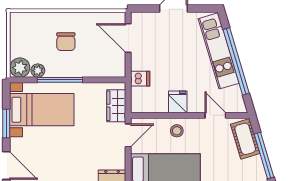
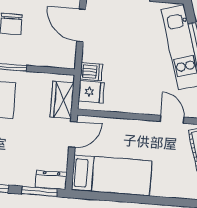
fridge: (178, 102) -> (91, 92), moved, turned 90
stool: (177, 131) -> (128, 133), removed

